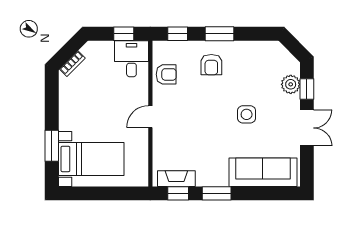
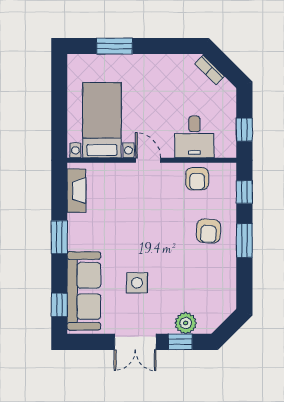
desk: (131, 59) -> (194, 137), moved, turned 90
armchair: (211, 65) -> (208, 231), turned -87
side table: (247, 114) -> (137, 283), moved
bed with nightstands: (91, 159) -> (102, 120), moved, turned 180
window: (178, 193) -> (59, 305), moved

